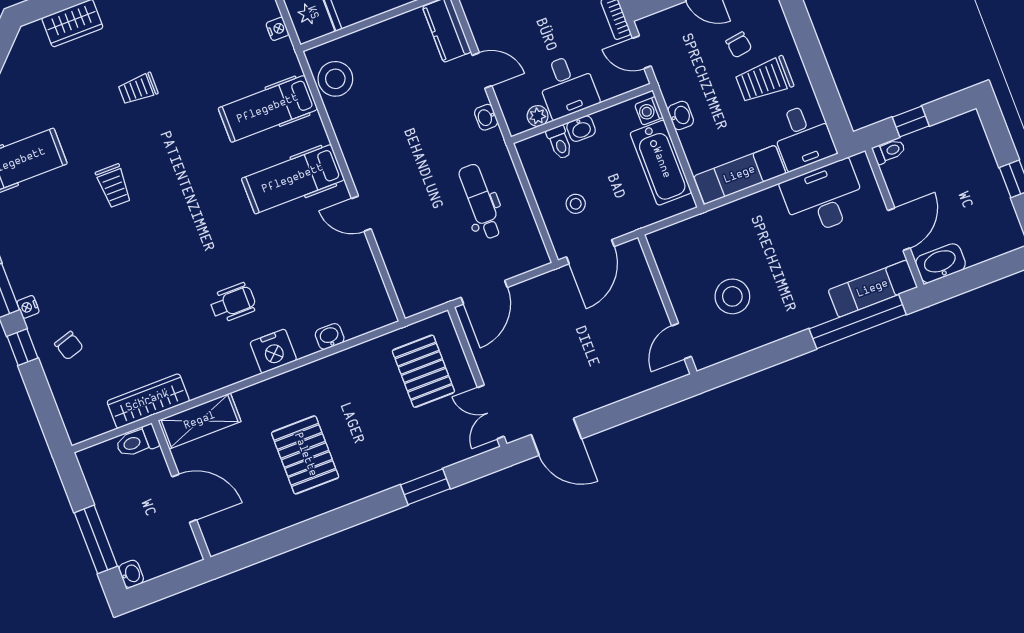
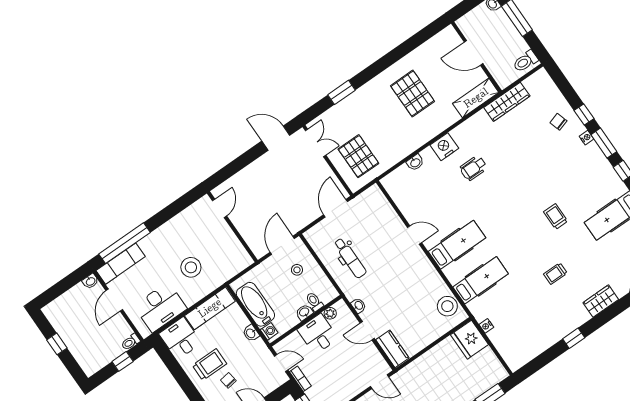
trolley: (138, 89) -> (555, 274), turned 180
washbasin: (941, 263) -> (90, 281), width x0.52, depth x0.69
stool: (732, 296) -> (191, 267), moved
toilet: (137, 441) -> (525, 61), moved, turned 180

